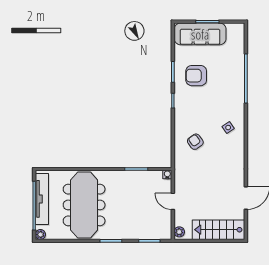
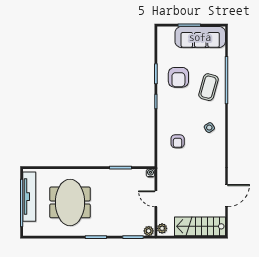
sofa: (200, 34) -> (200, 37), moved
armchair: (196, 76) -> (178, 77), turned -90
coffee table: (227, 86) -> (208, 87), added
armchair: (195, 142) -> (178, 141), turned -144
meeting table: (84, 205) -> (70, 202), width x0.73
plant: (40, 235) -> (149, 231), moved

